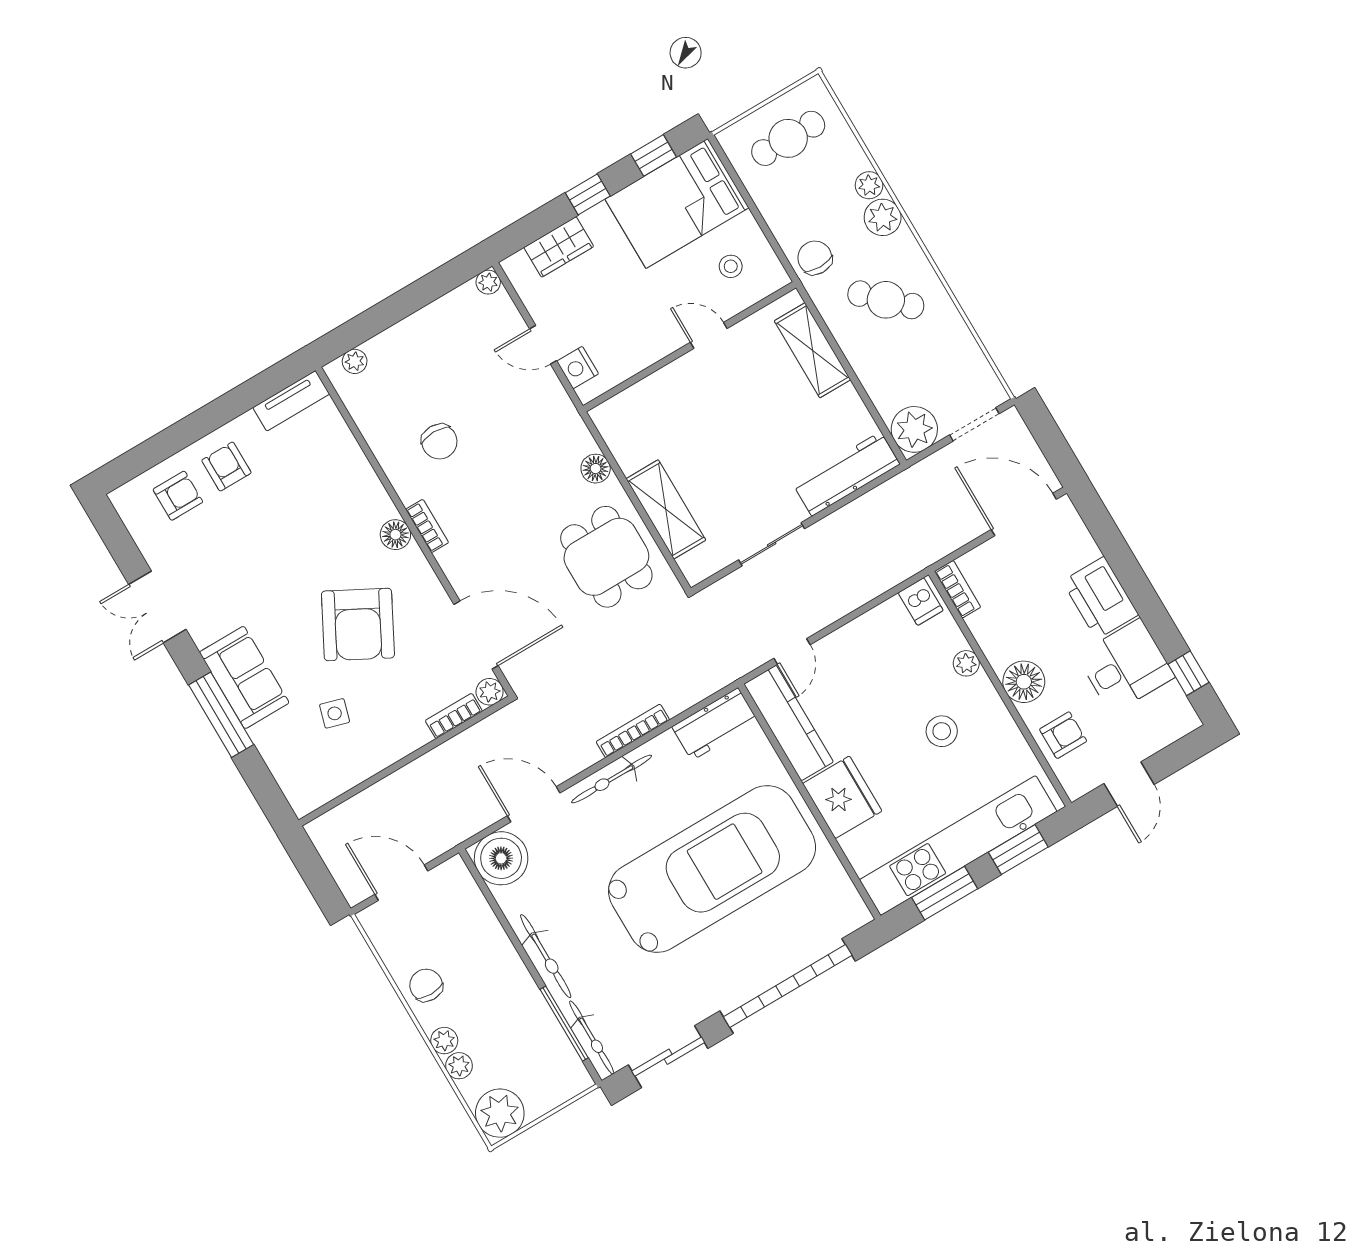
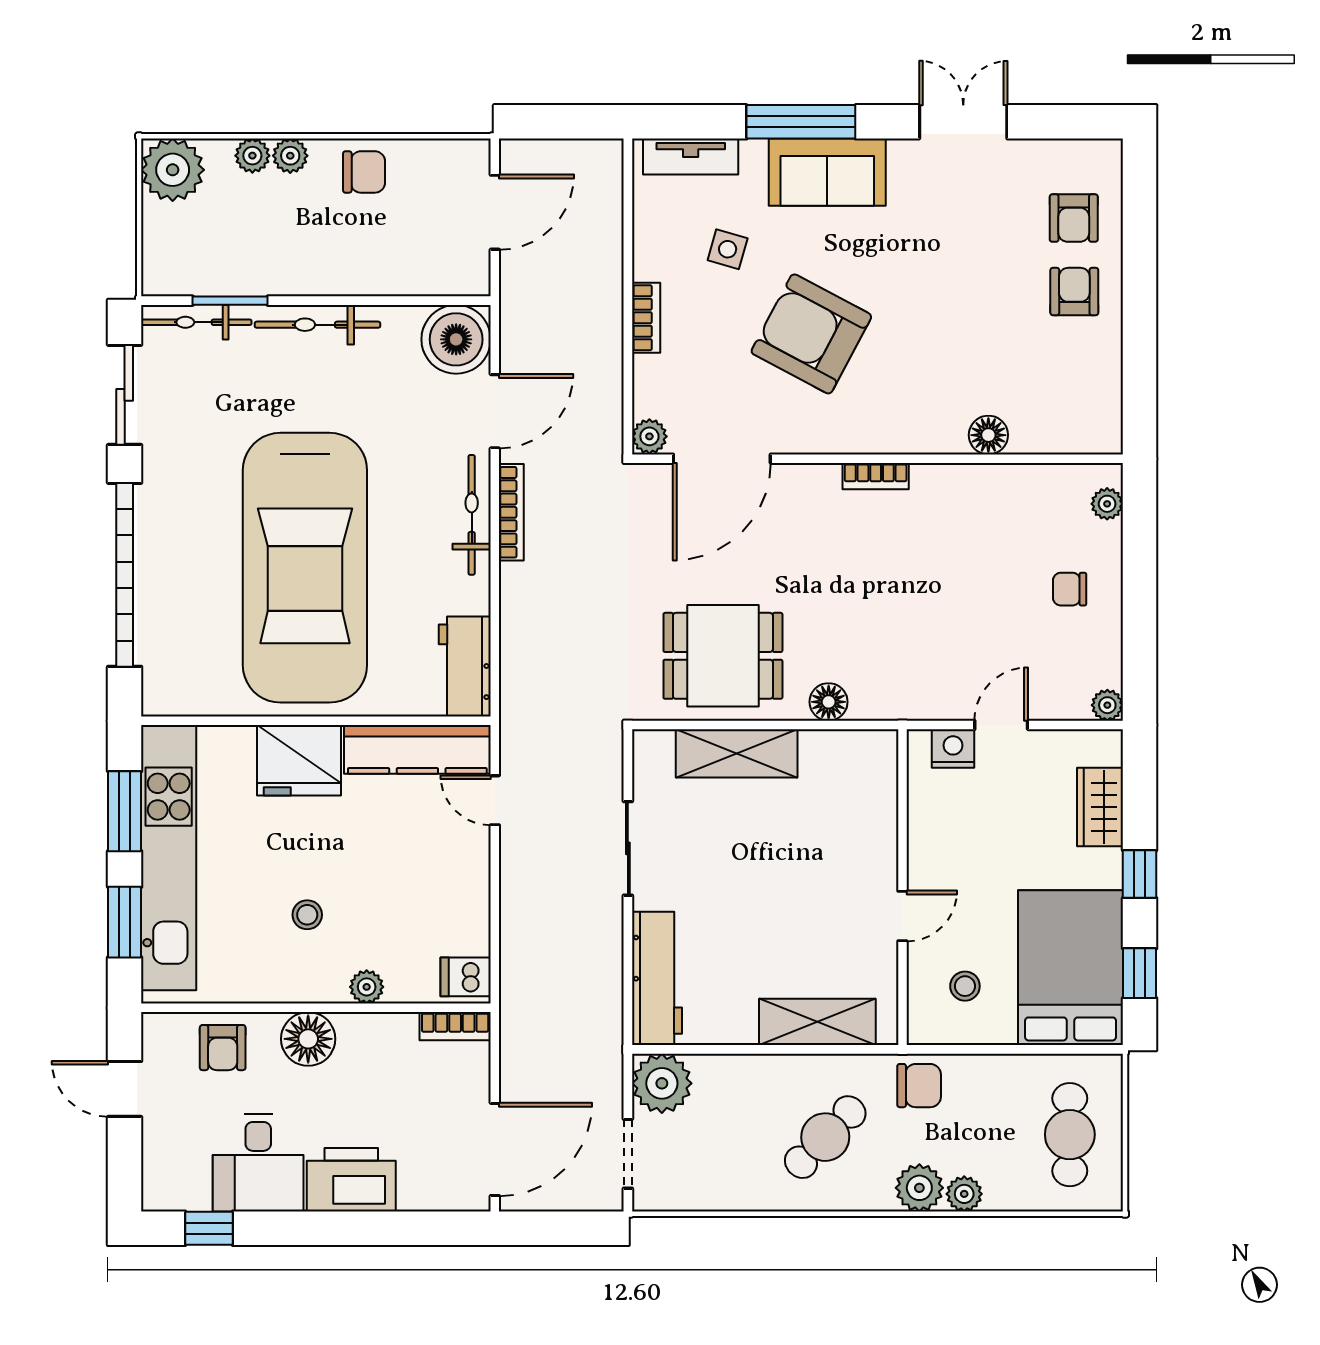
tv unit: (291, 401) -> (691, 157), moved, turned -90
chair: (439, 442) -> (1070, 589), moved, width x0.73, depth x0.73
armchair: (226, 467) -> (1074, 291), turned -90
floor lamp: (395, 535) -> (988, 435), moved
bookcase: (454, 716) -> (646, 318), moved
bookcase: (633, 731) -> (511, 512), moved
stool: (942, 731) -> (307, 915), width x0.73, depth x0.73
window: (564, 1024) -> (230, 301), width x0.69

